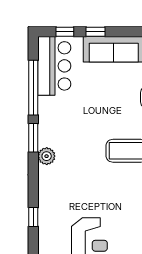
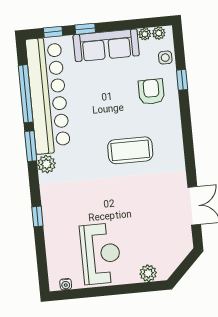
bar counter: (54, 66) -> (48, 95), width x1.86
window: (33, 217) -> (37, 216), moved

